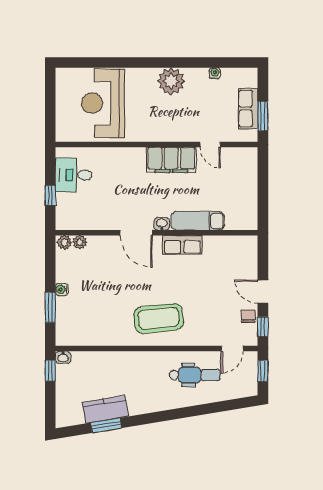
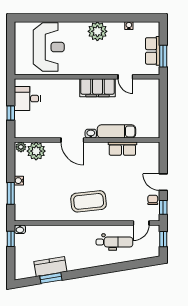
reception desk: (103, 103) -> (49, 47), turned 180
plant: (80, 242) -> (36, 151), width x1.88, depth x1.88
row of seats: (182, 245) -> (122, 149), moved

